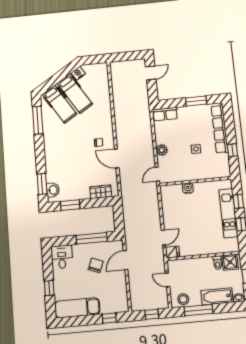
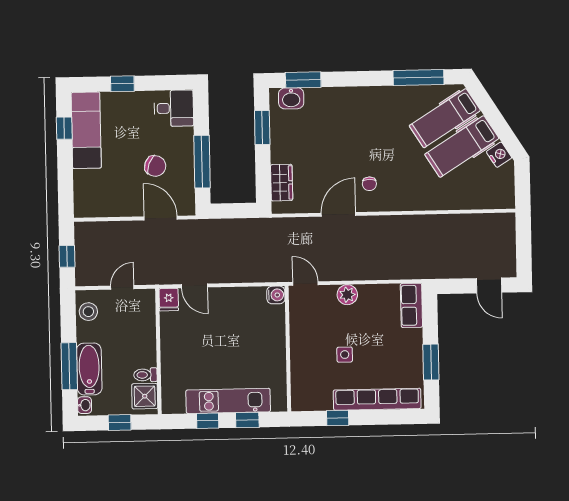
water cooler: (188, 188) -> (276, 295), moved
window: (199, 310) -> (69, 366), moved
window: (109, 318) -> (64, 128), moved

